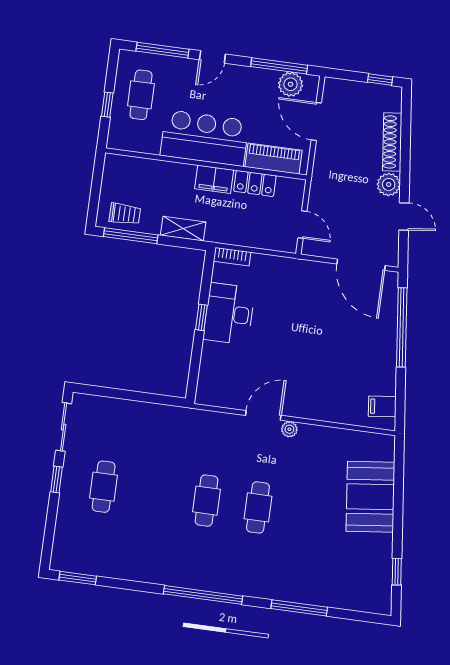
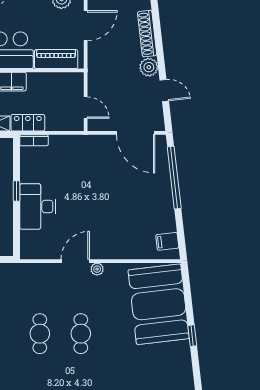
door: (316, 122) -> (86, 26), swing flipped
locker: (255, 183) -> (28, 123), moved, turned 180
desk: (229, 314) -> (38, 206), moved
booth: (370, 497) -> (159, 304), width x1.36, depth x1.42
window: (397, 572) -> (192, 336), moved

